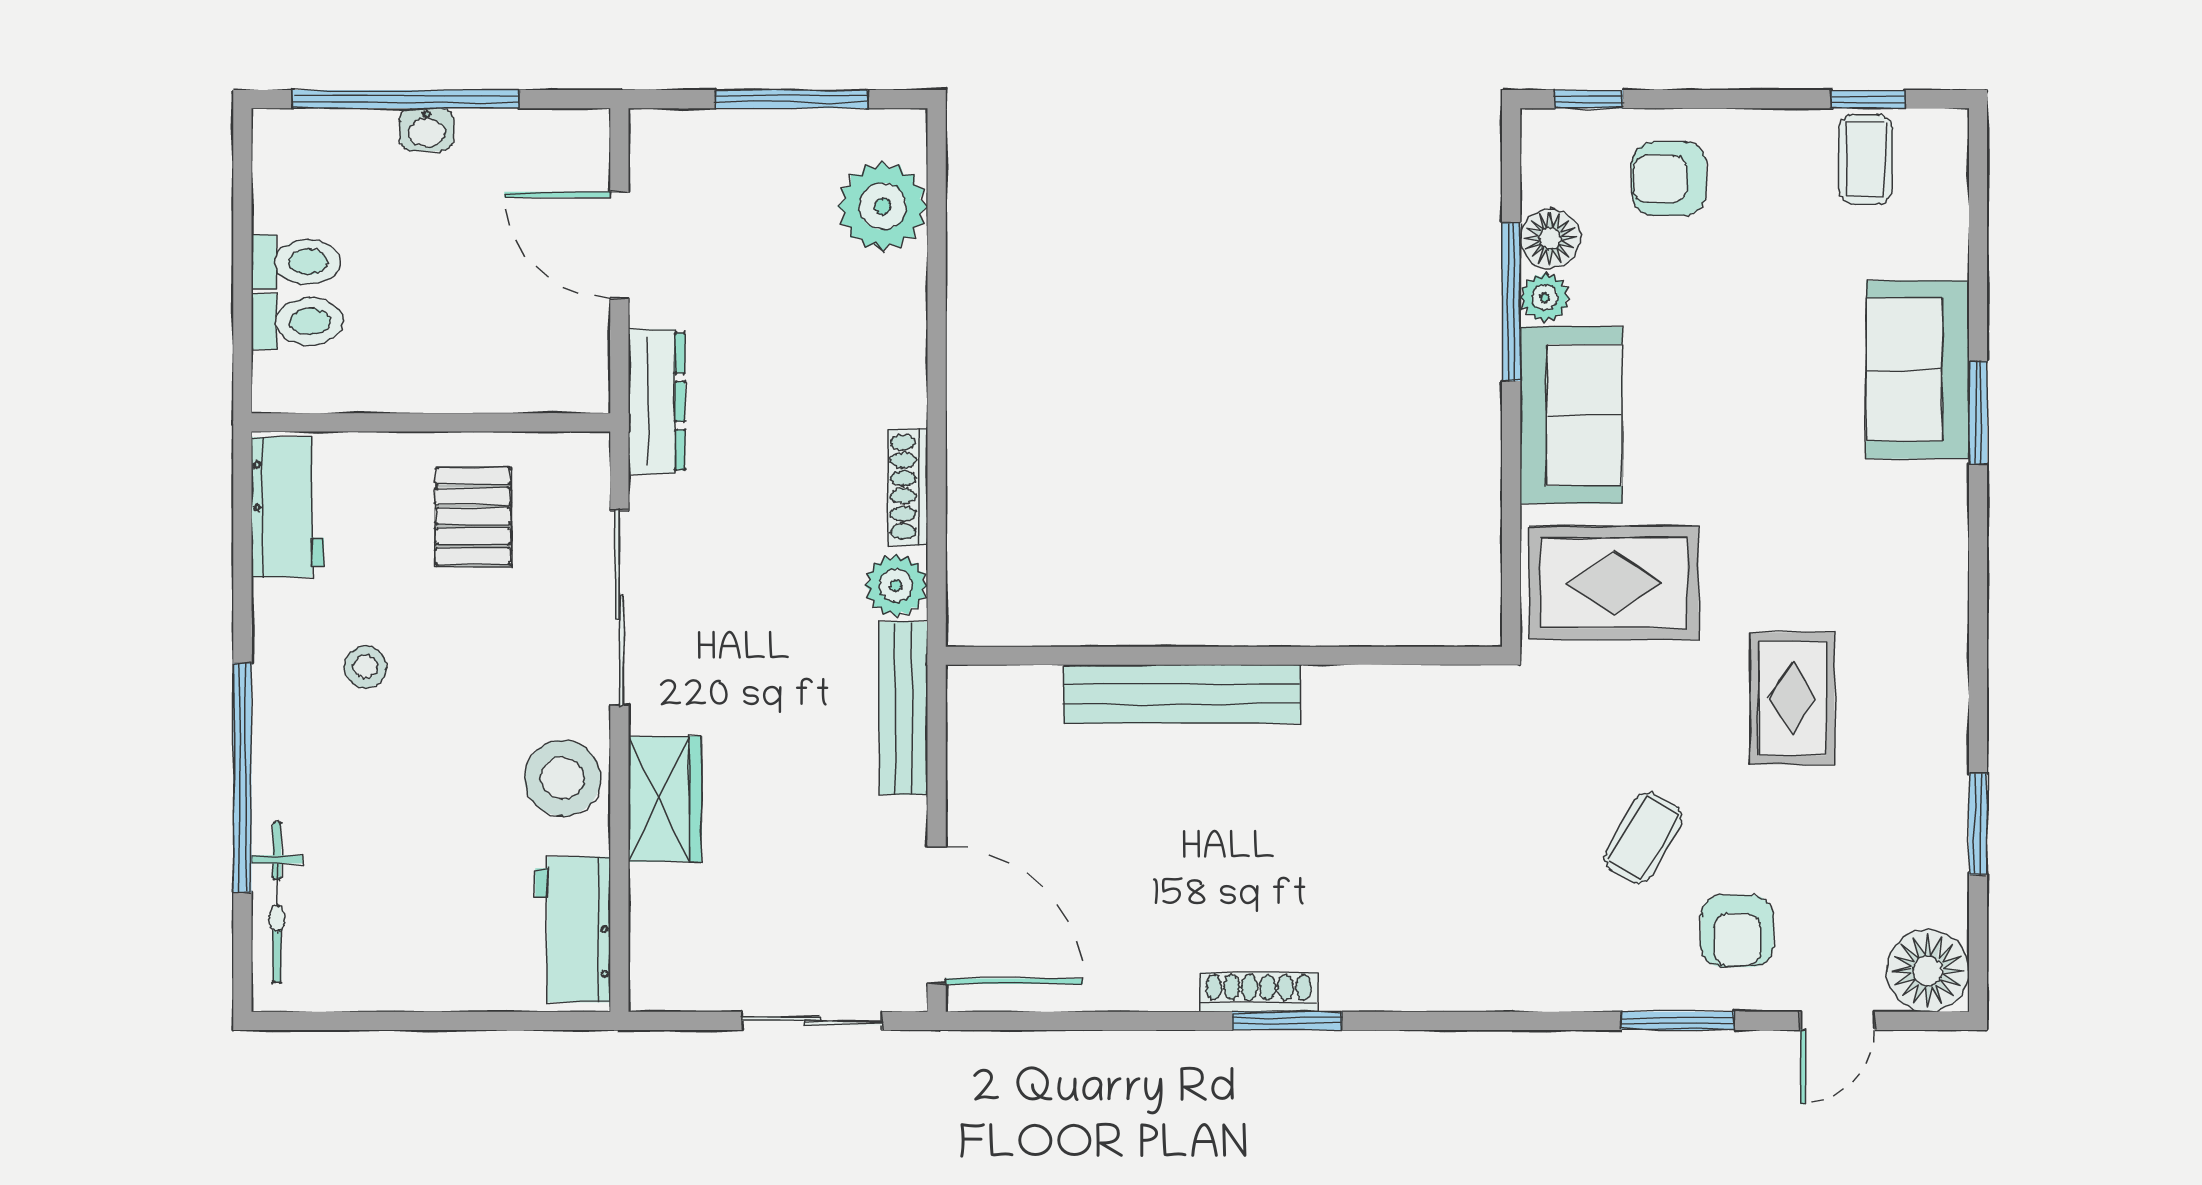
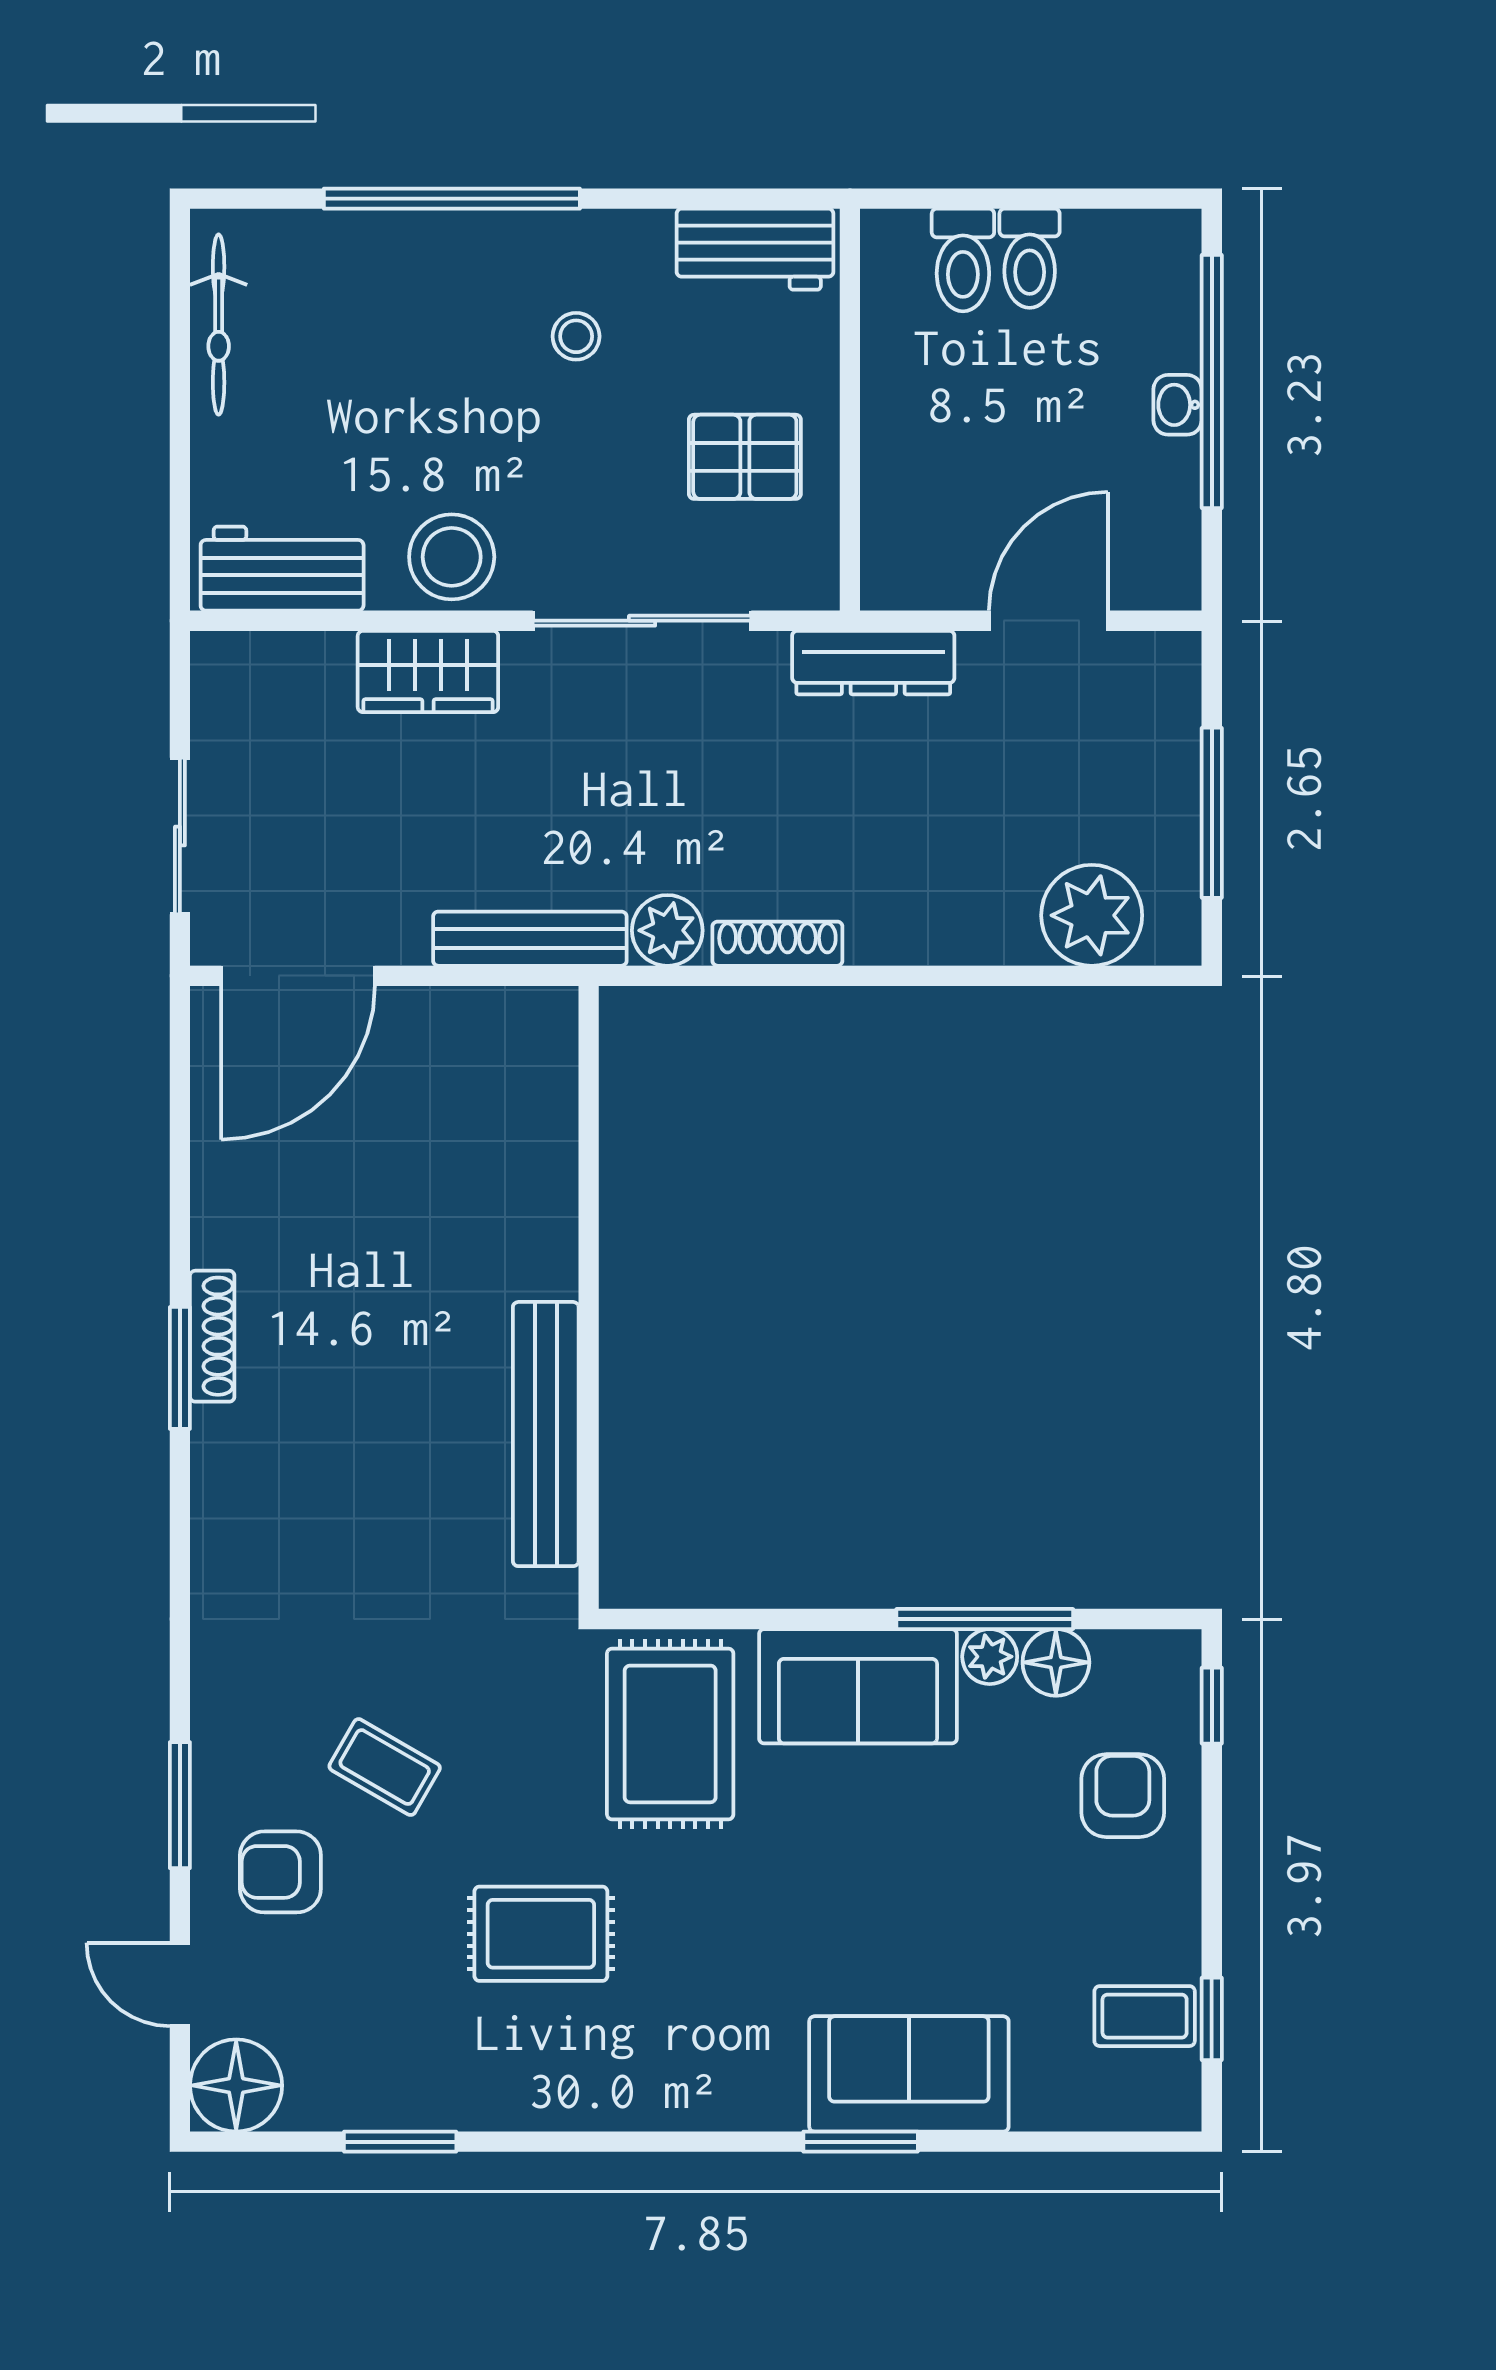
bench: (1182, 694) -> (546, 1434), moved
bicycle: (277, 902) -> (219, 325), moved, turned -90

